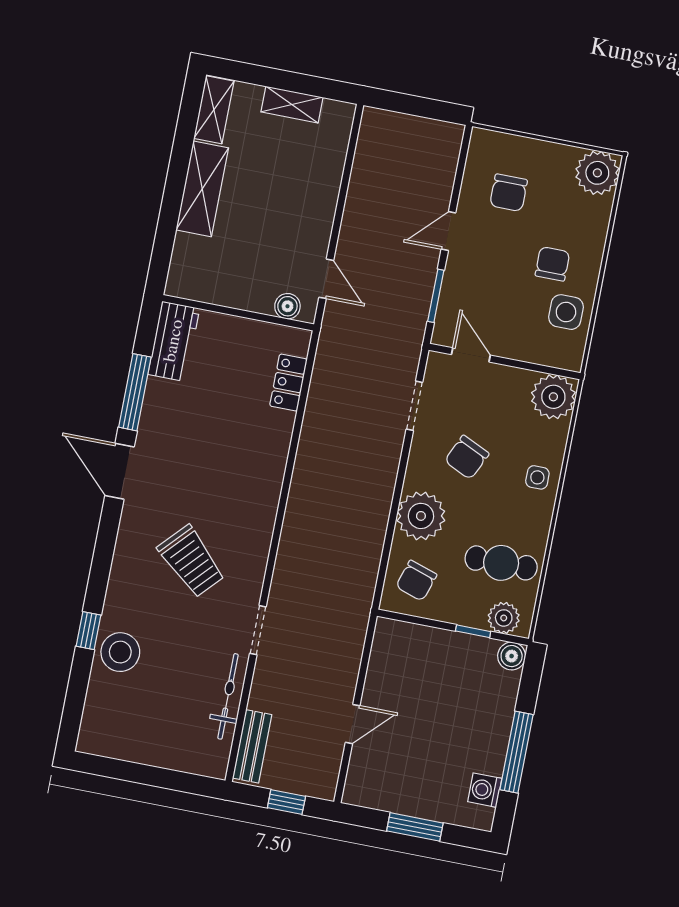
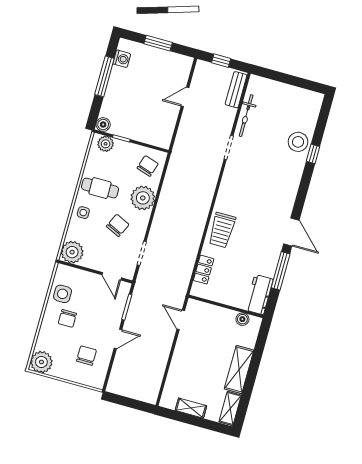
boiler: (287, 306) -> (242, 319), moved
trolley: (191, 561) -> (222, 230), moved, turned -133
cafe table: (501, 563) -> (100, 188), moved

